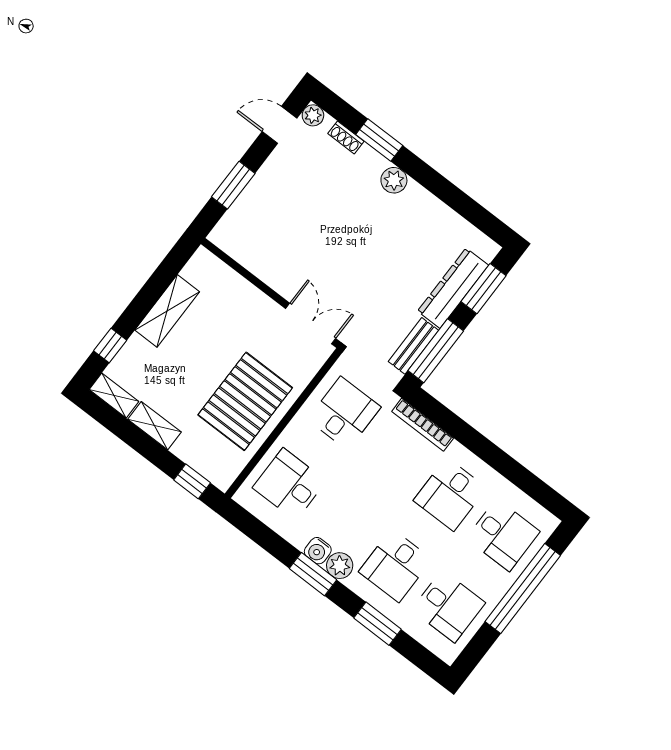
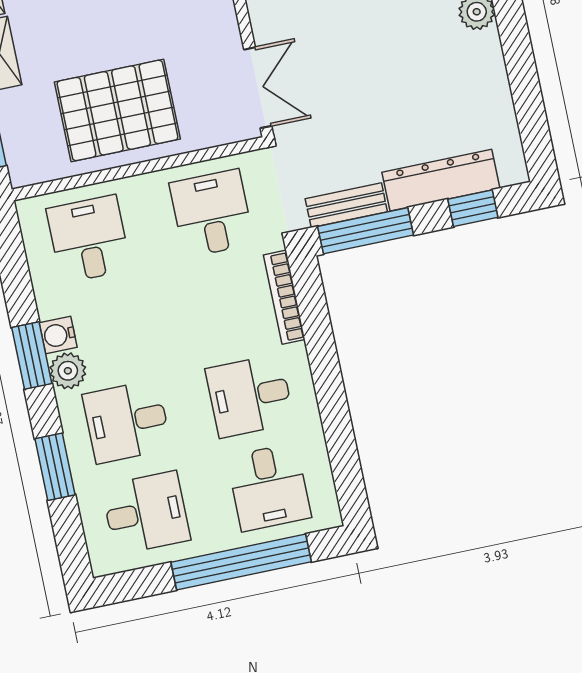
window: (483, 289) -> (473, 208), width x0.67
desk: (344, 413) -> (212, 213), turned -90
desk: (448, 606) -> (146, 513), turned -90

